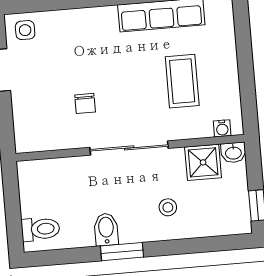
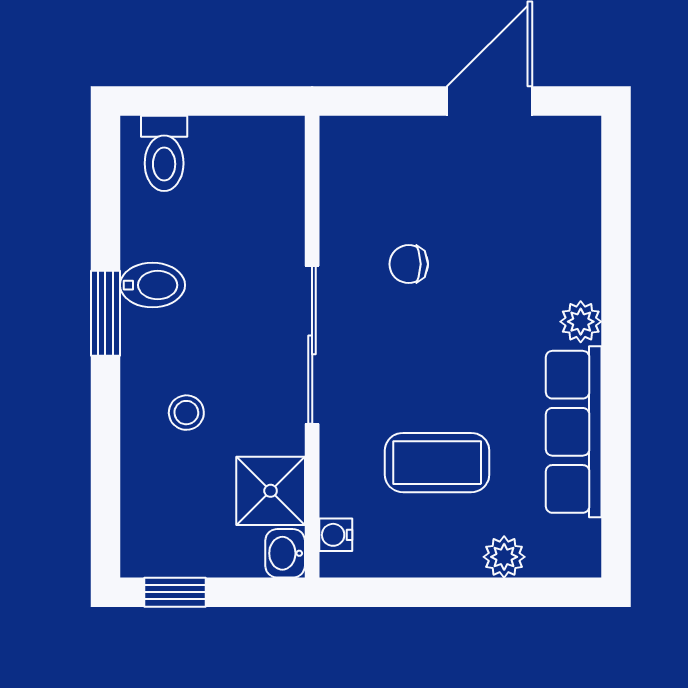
plant: (106, 16) -> (581, 322), added
side table: (25, 30) -> (566, 156), removed
plant: (226, 44) -> (504, 557), added

